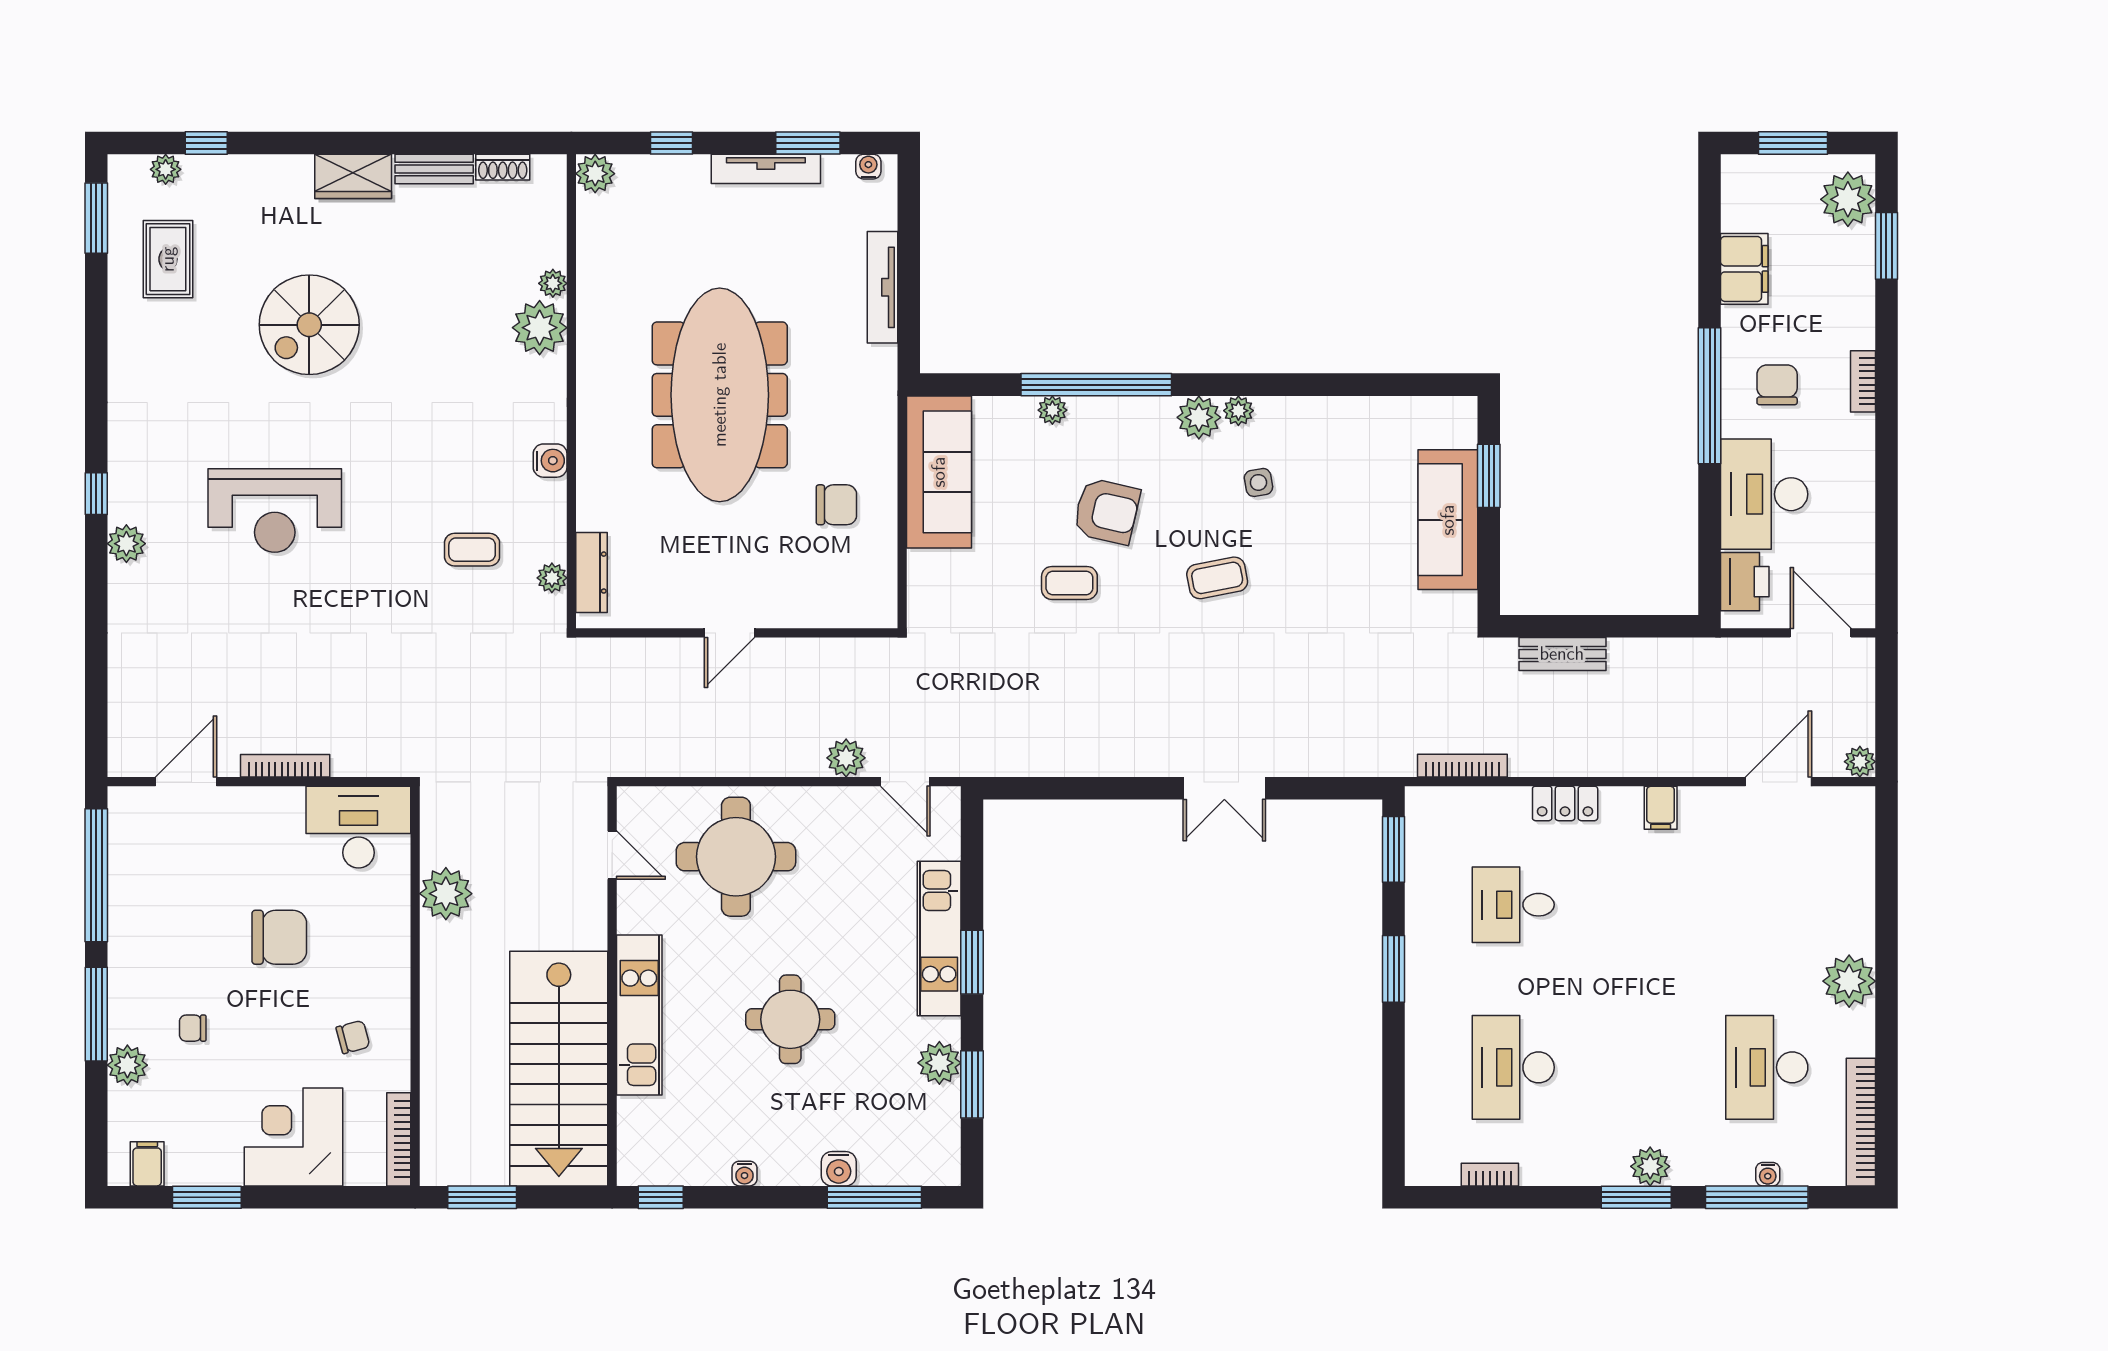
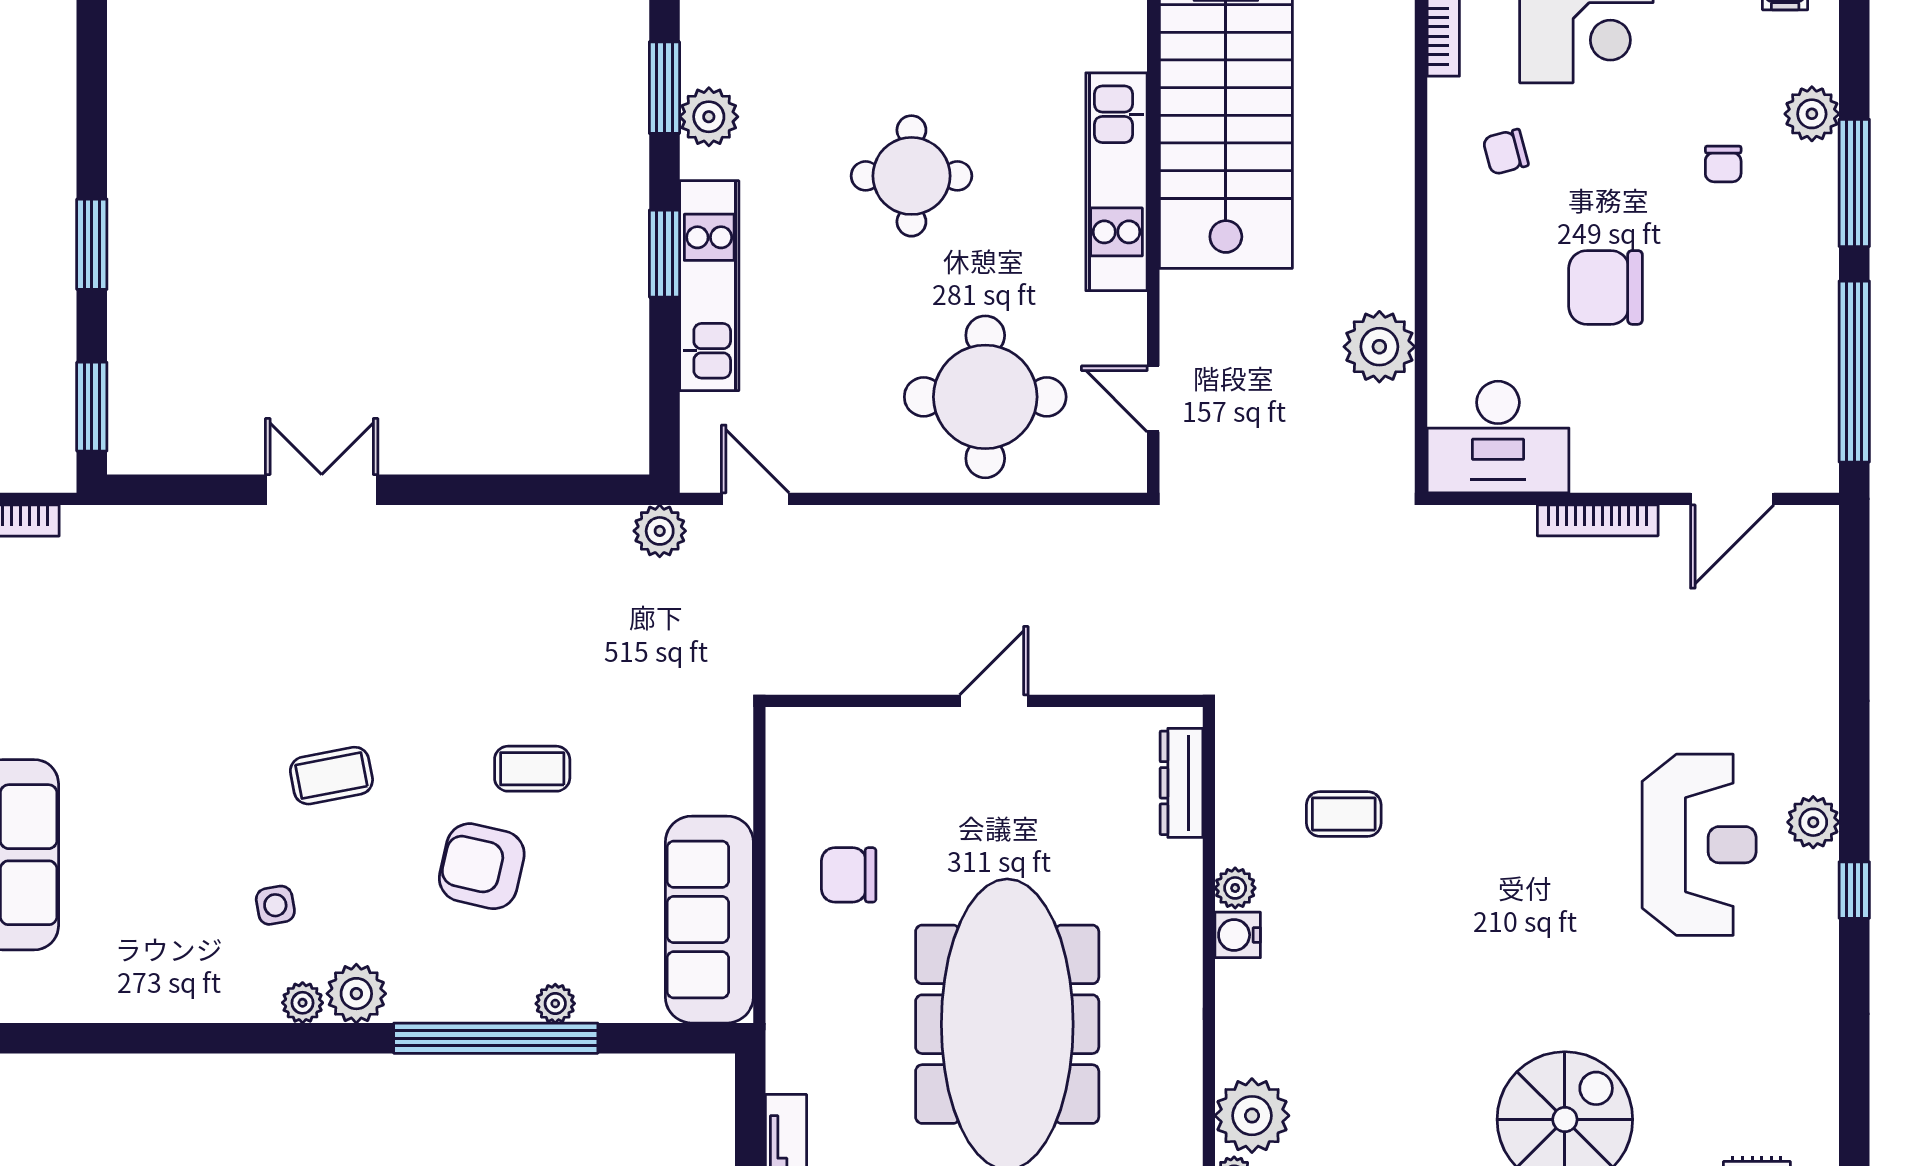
reception desk: (275, 511) -> (1699, 845), moved, turned 90
plant: (552, 578) -> (1235, 888), moved
plant: (846, 758) -> (660, 531), moved
chair: (193, 1028) -> (1723, 164), turned 90

